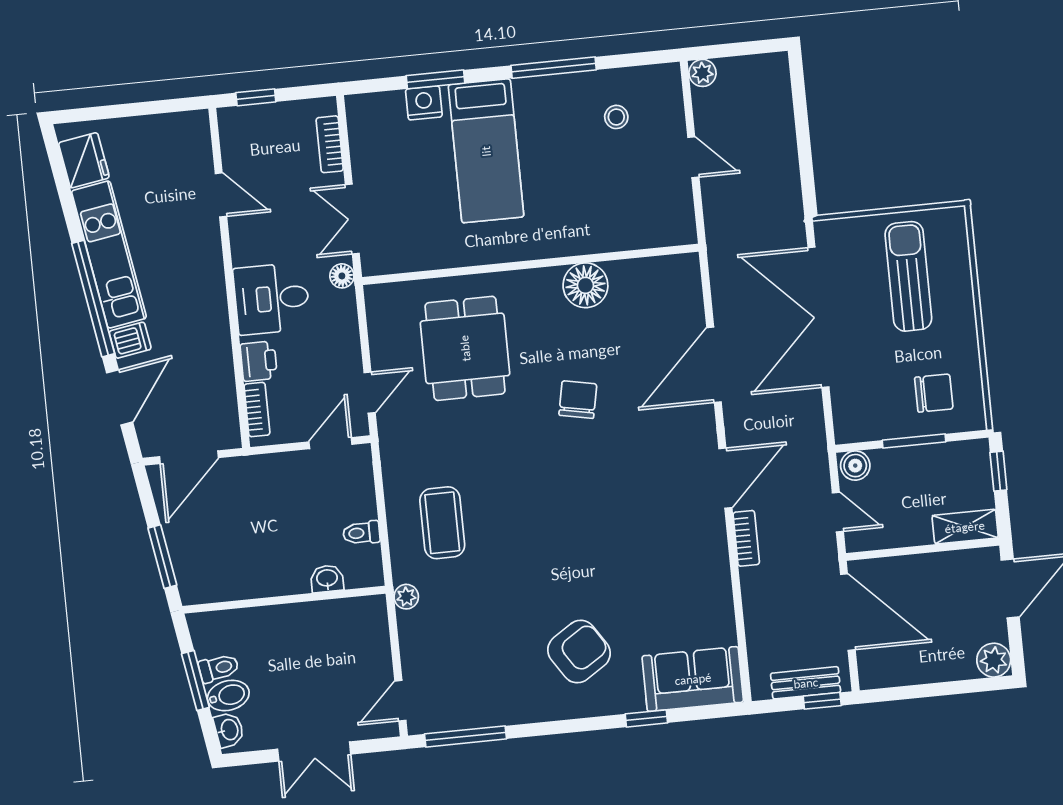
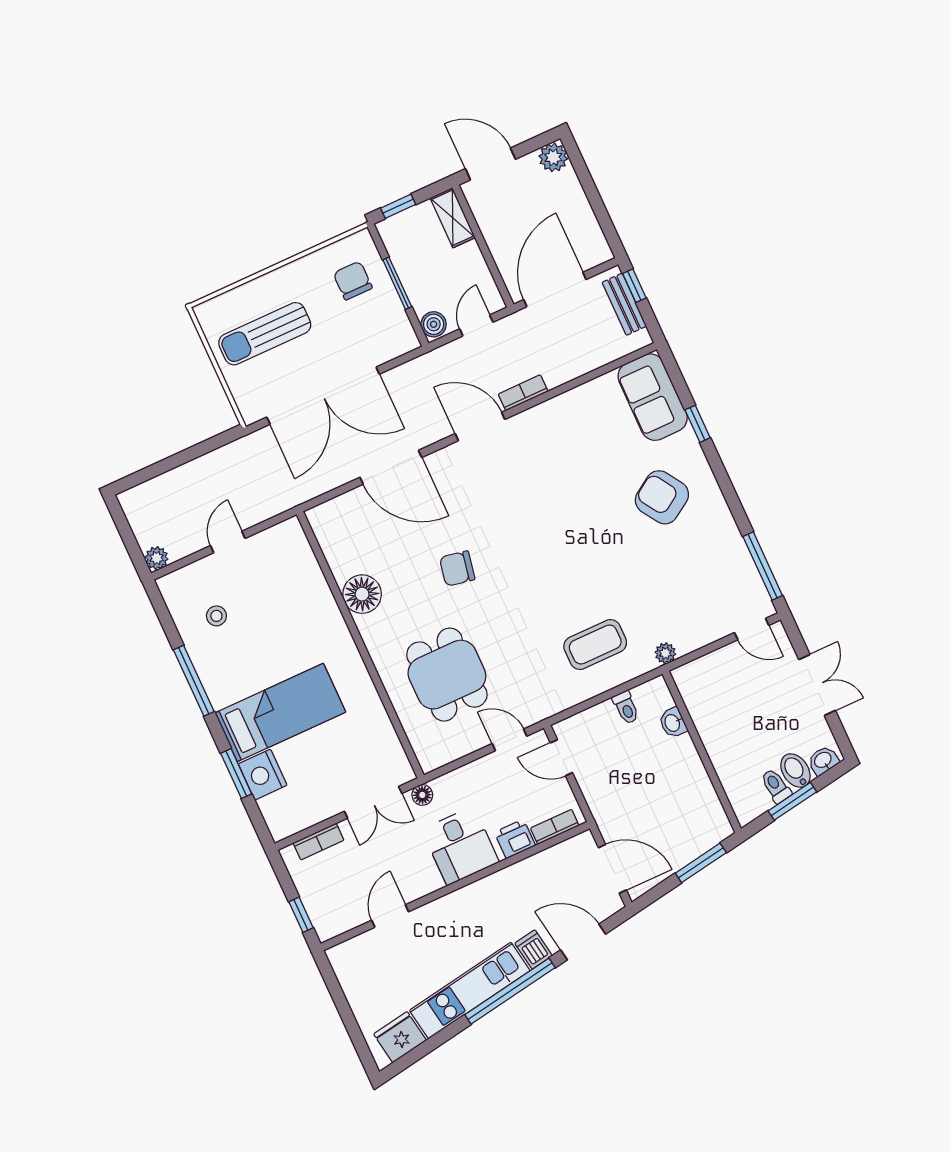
nightstand: (424, 103) -> (263, 775), width x1.36, depth x1.33
dining table: (465, 348) -> (447, 675), turned 90

